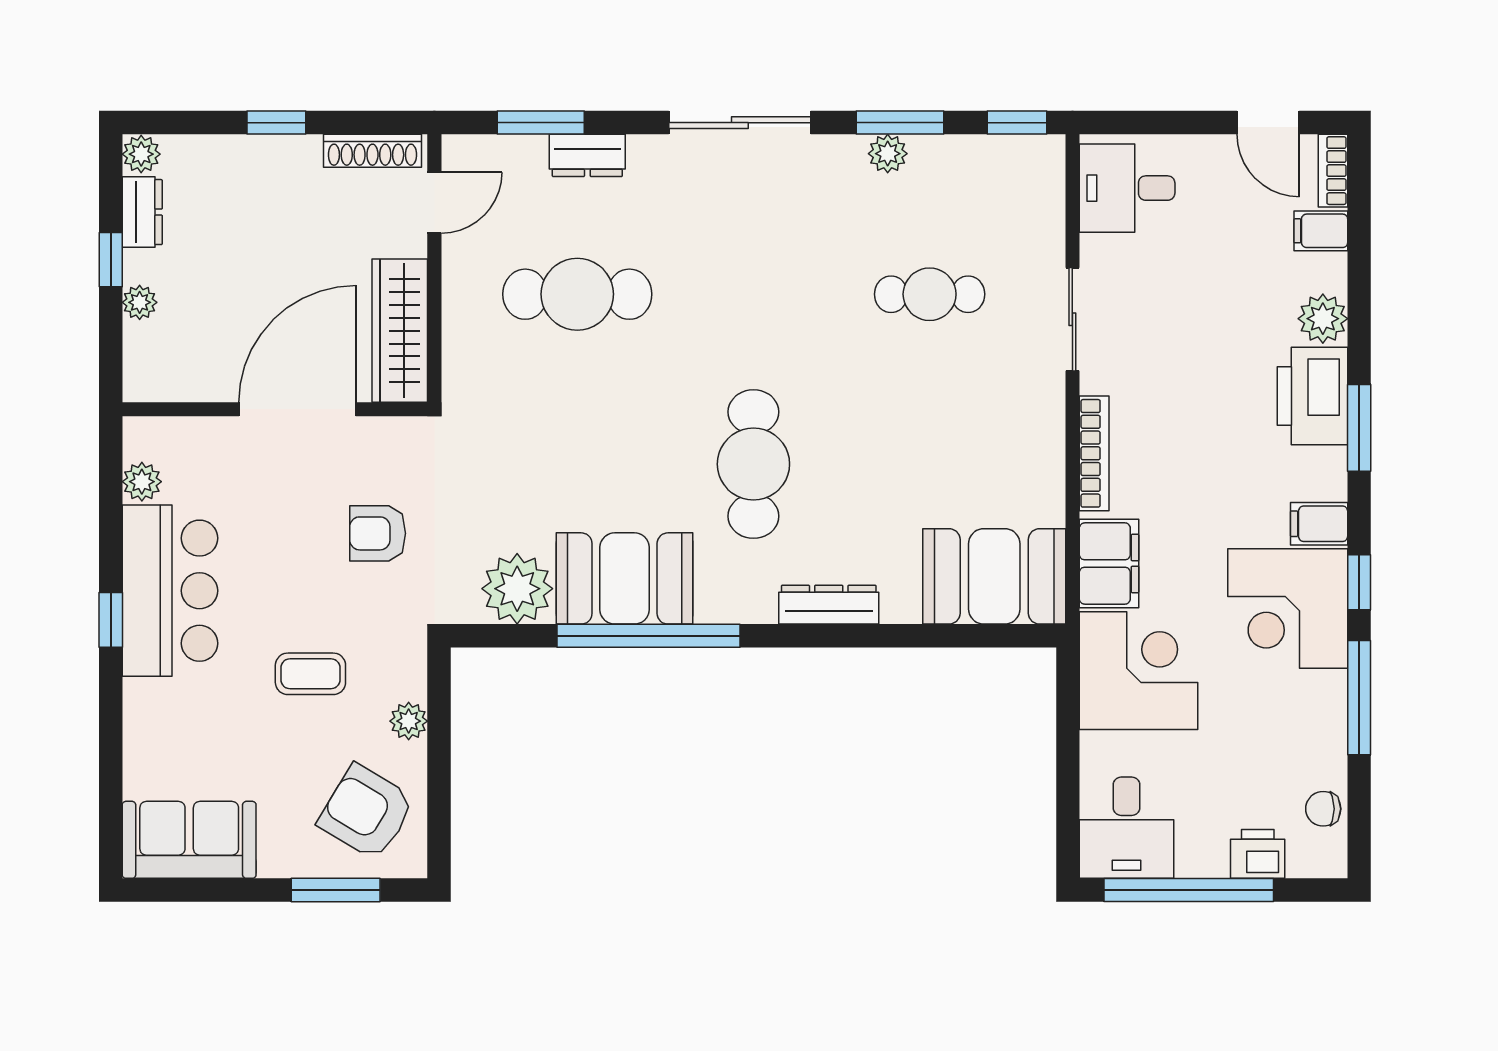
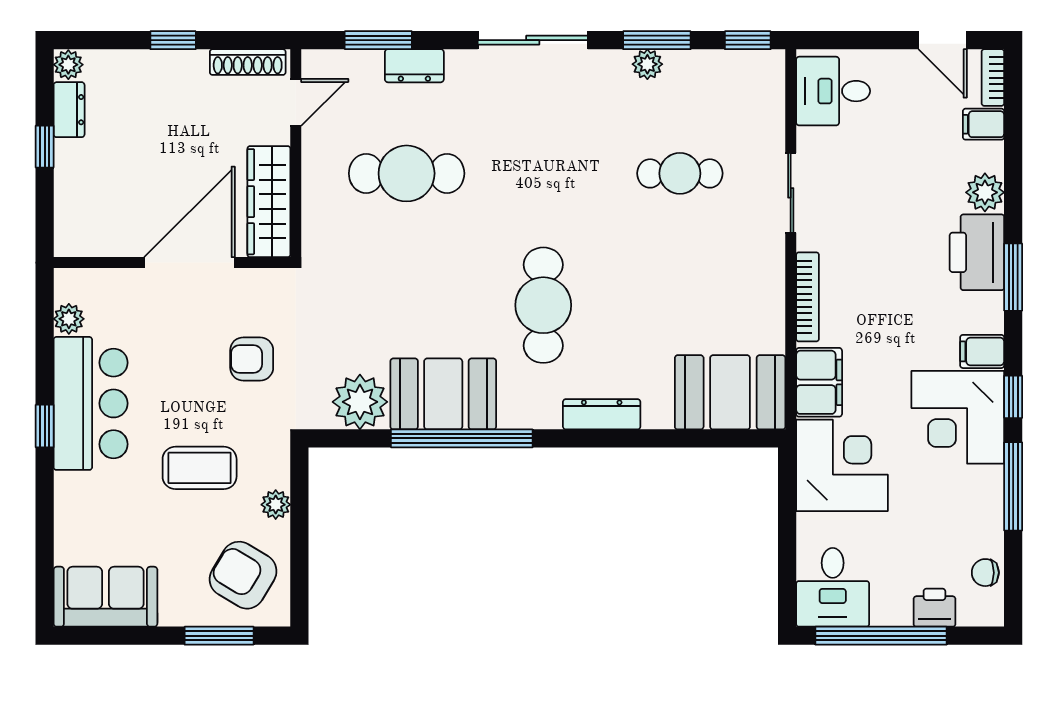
plant: (140, 302) -> (67, 180), removed
coffee table: (310, 674) -> (200, 468), width x1.36, depth x1.30

